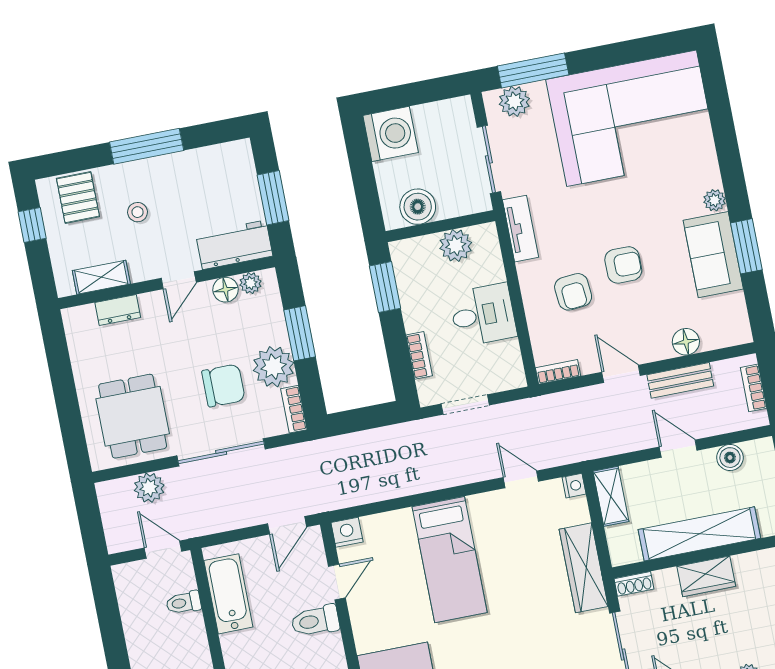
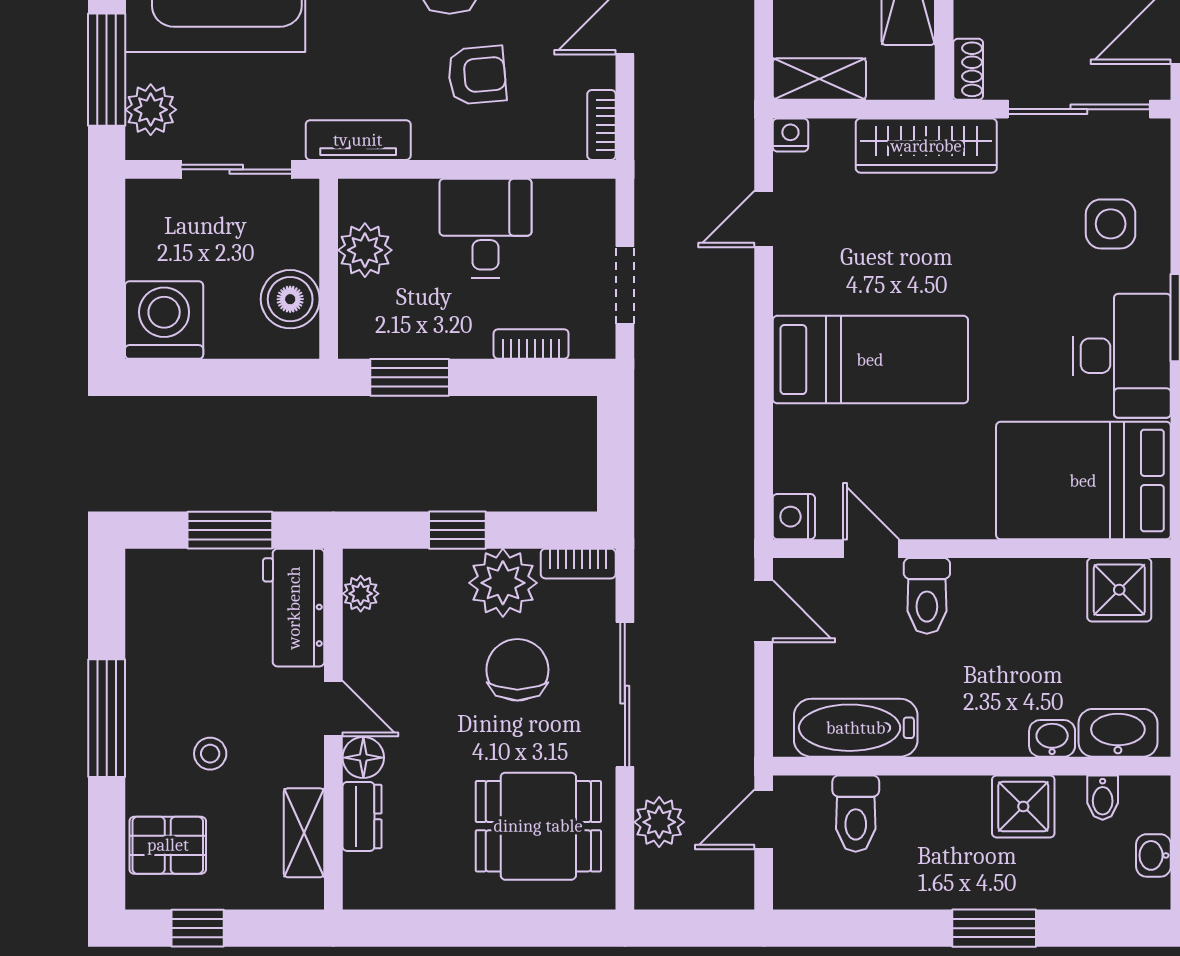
floor lamp: (225, 290) -> (363, 758), moved
window: (300, 333) -> (457, 530), width x0.67
toilet: (184, 603) -> (856, 814), width x1.37, depth x1.39

